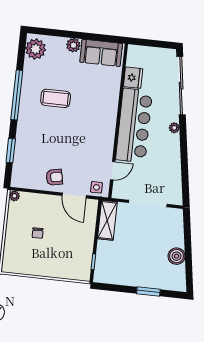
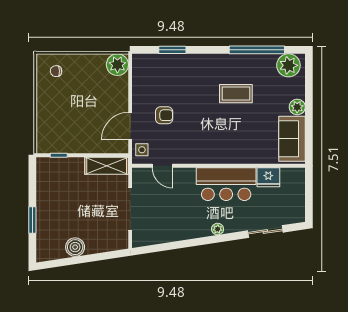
sliding door: (181, 86) -> (265, 232), width x0.54
window: (17, 95) -> (257, 50), moved
coffee table: (56, 98) -> (236, 94), turned 90
bar counter: (134, 125) -> (226, 184), width x0.73
armchair: (54, 177) -> (164, 115), moved, turned -78
plant: (14, 196) -> (117, 65), width x1.88, depth x1.88
chair: (38, 233) -> (56, 71), moved

